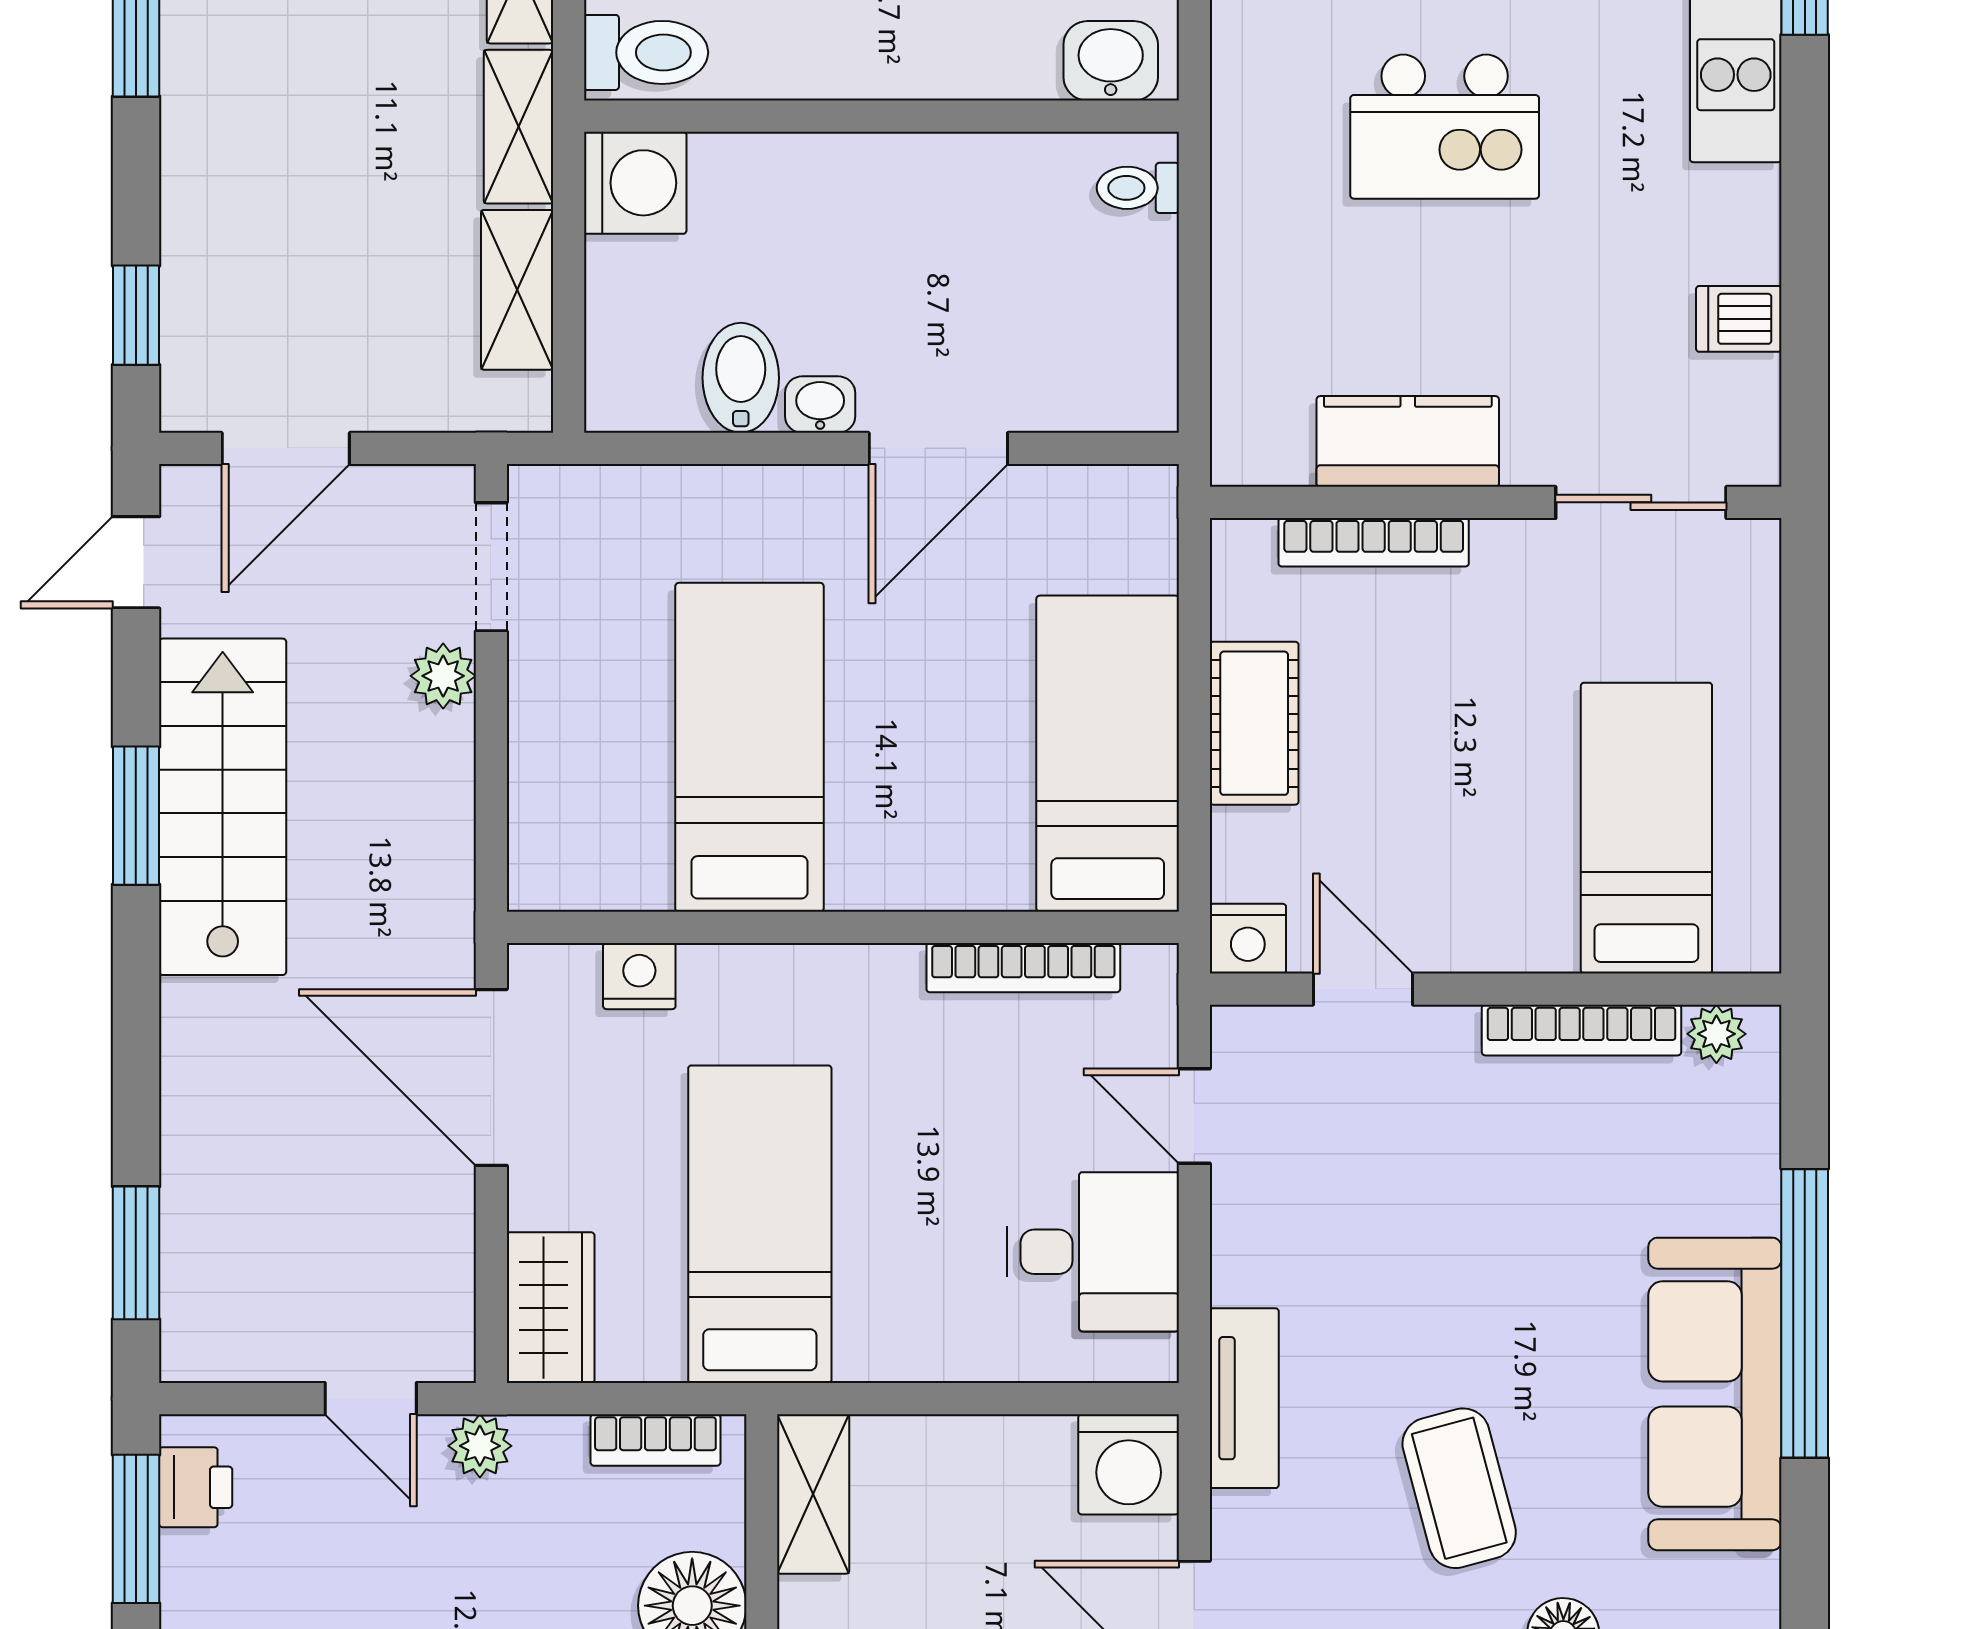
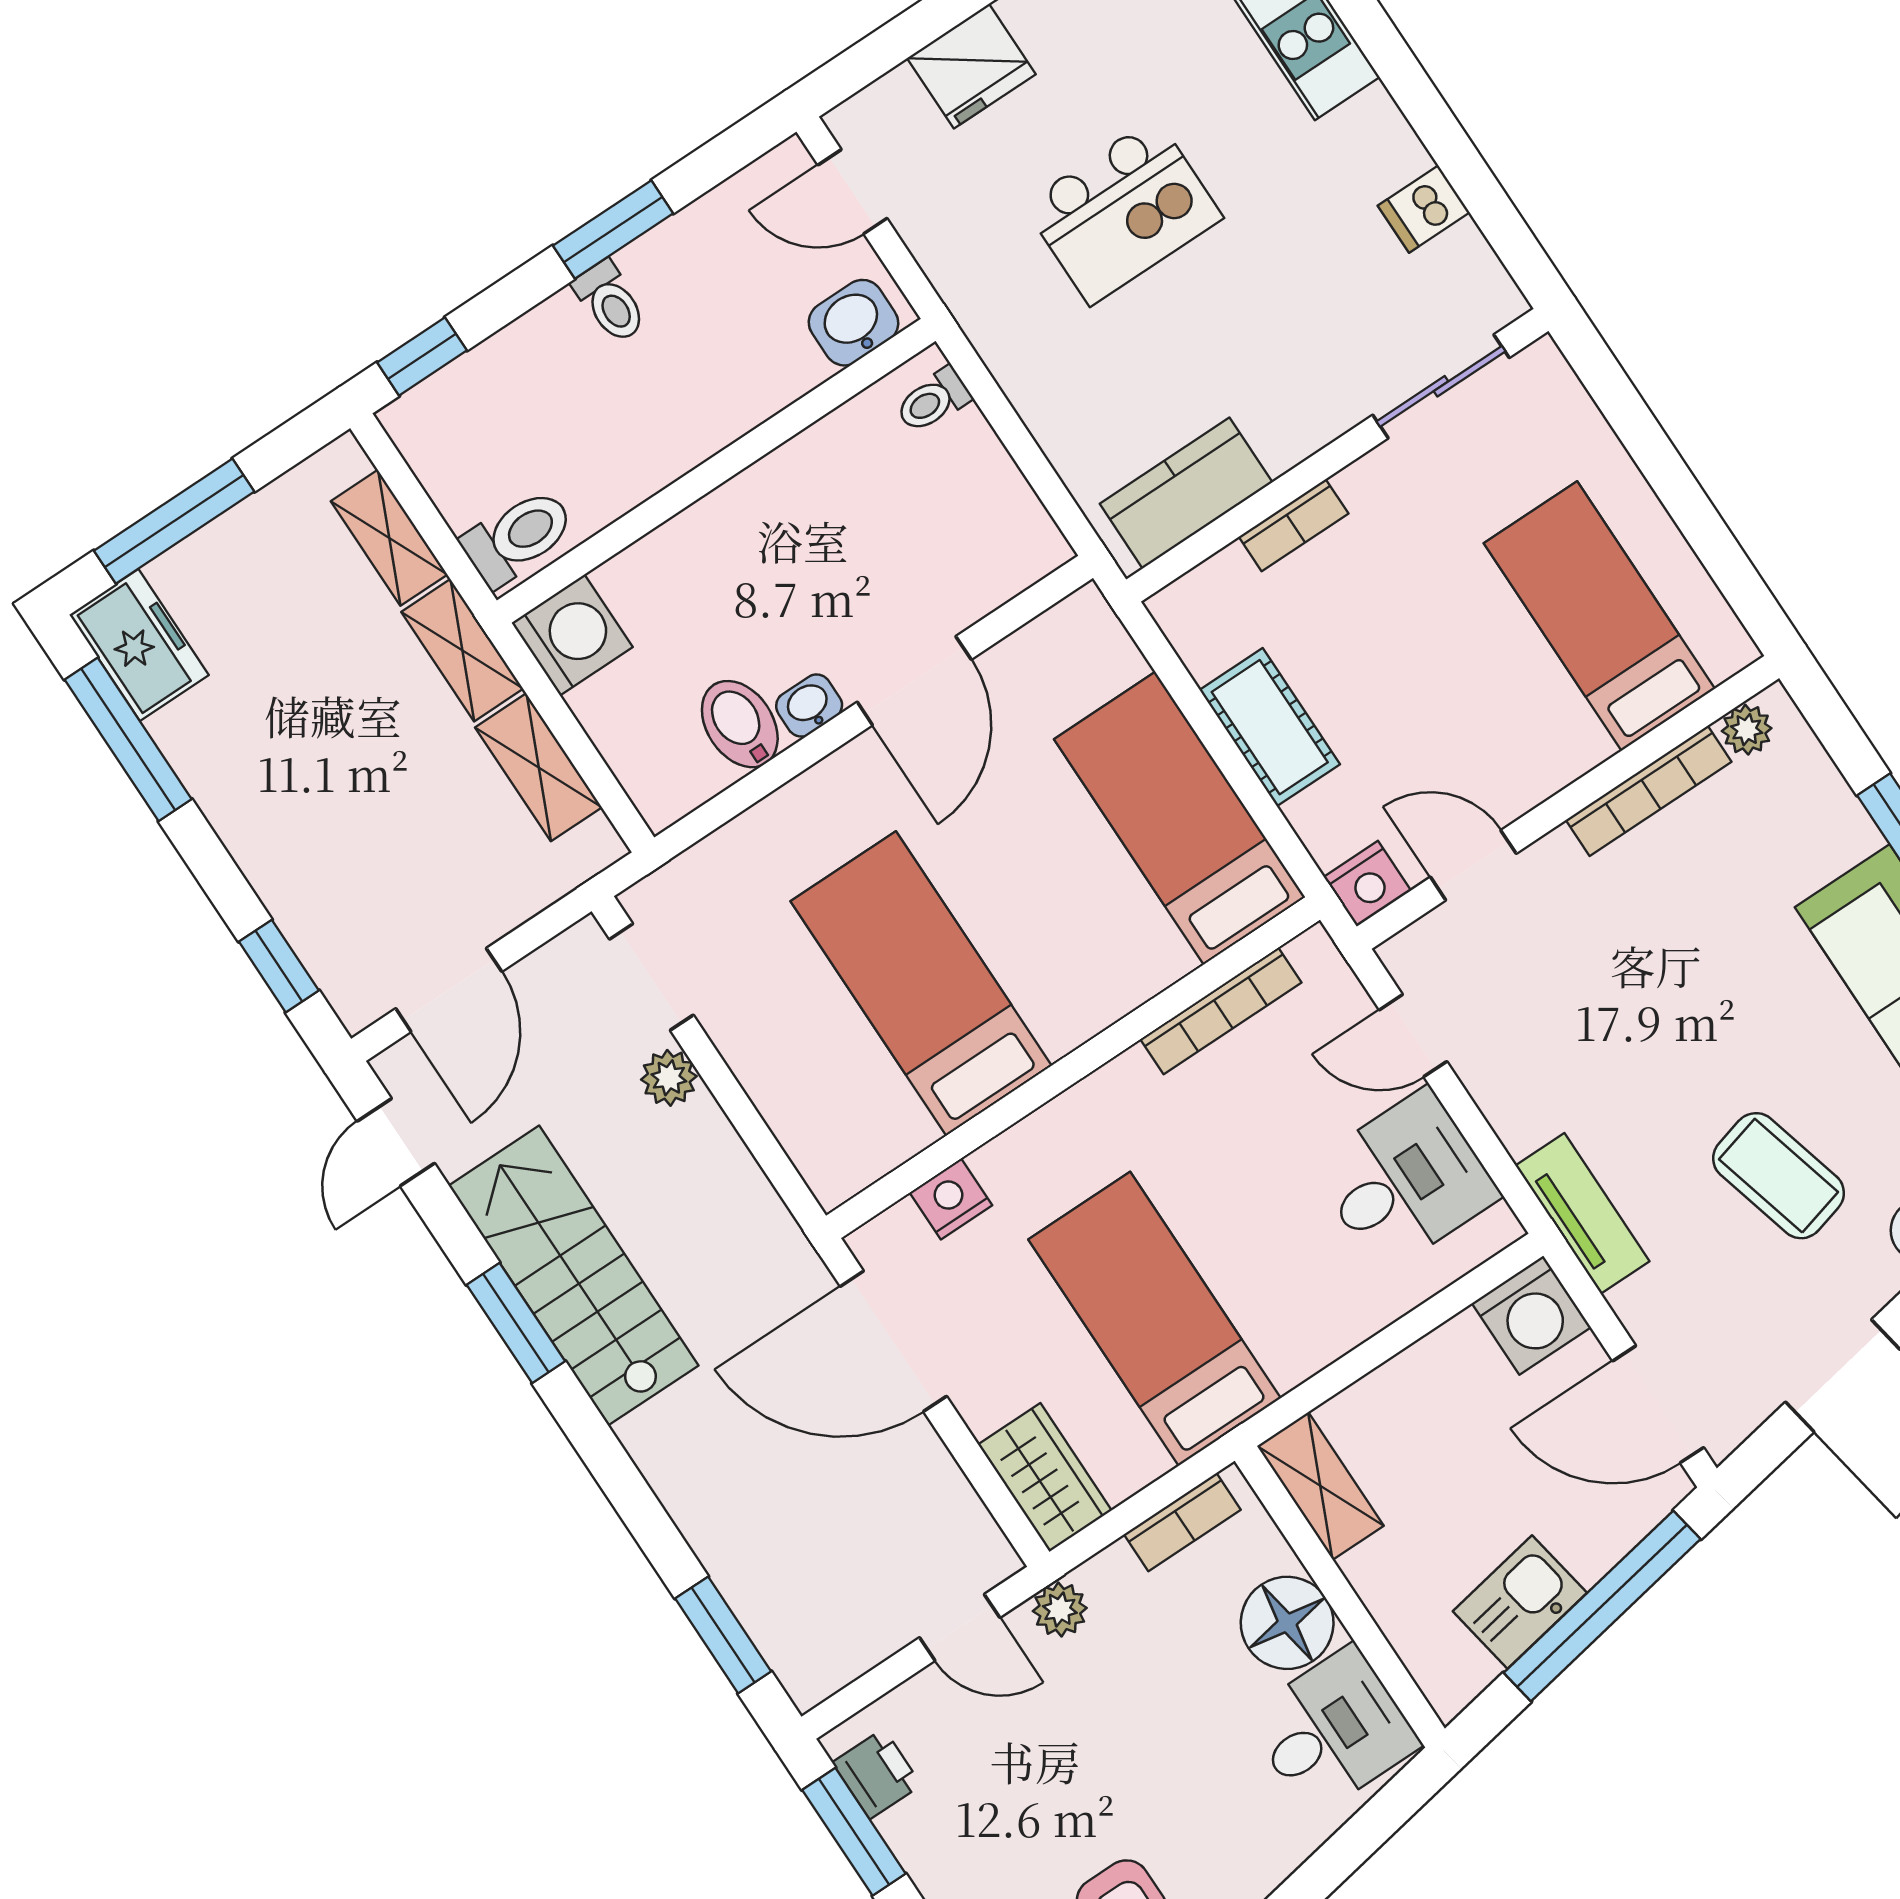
kitchen counter: (1408, 441) -> (1186, 493), moved
bookcase: (1374, 542) -> (1294, 525), width x0.64

